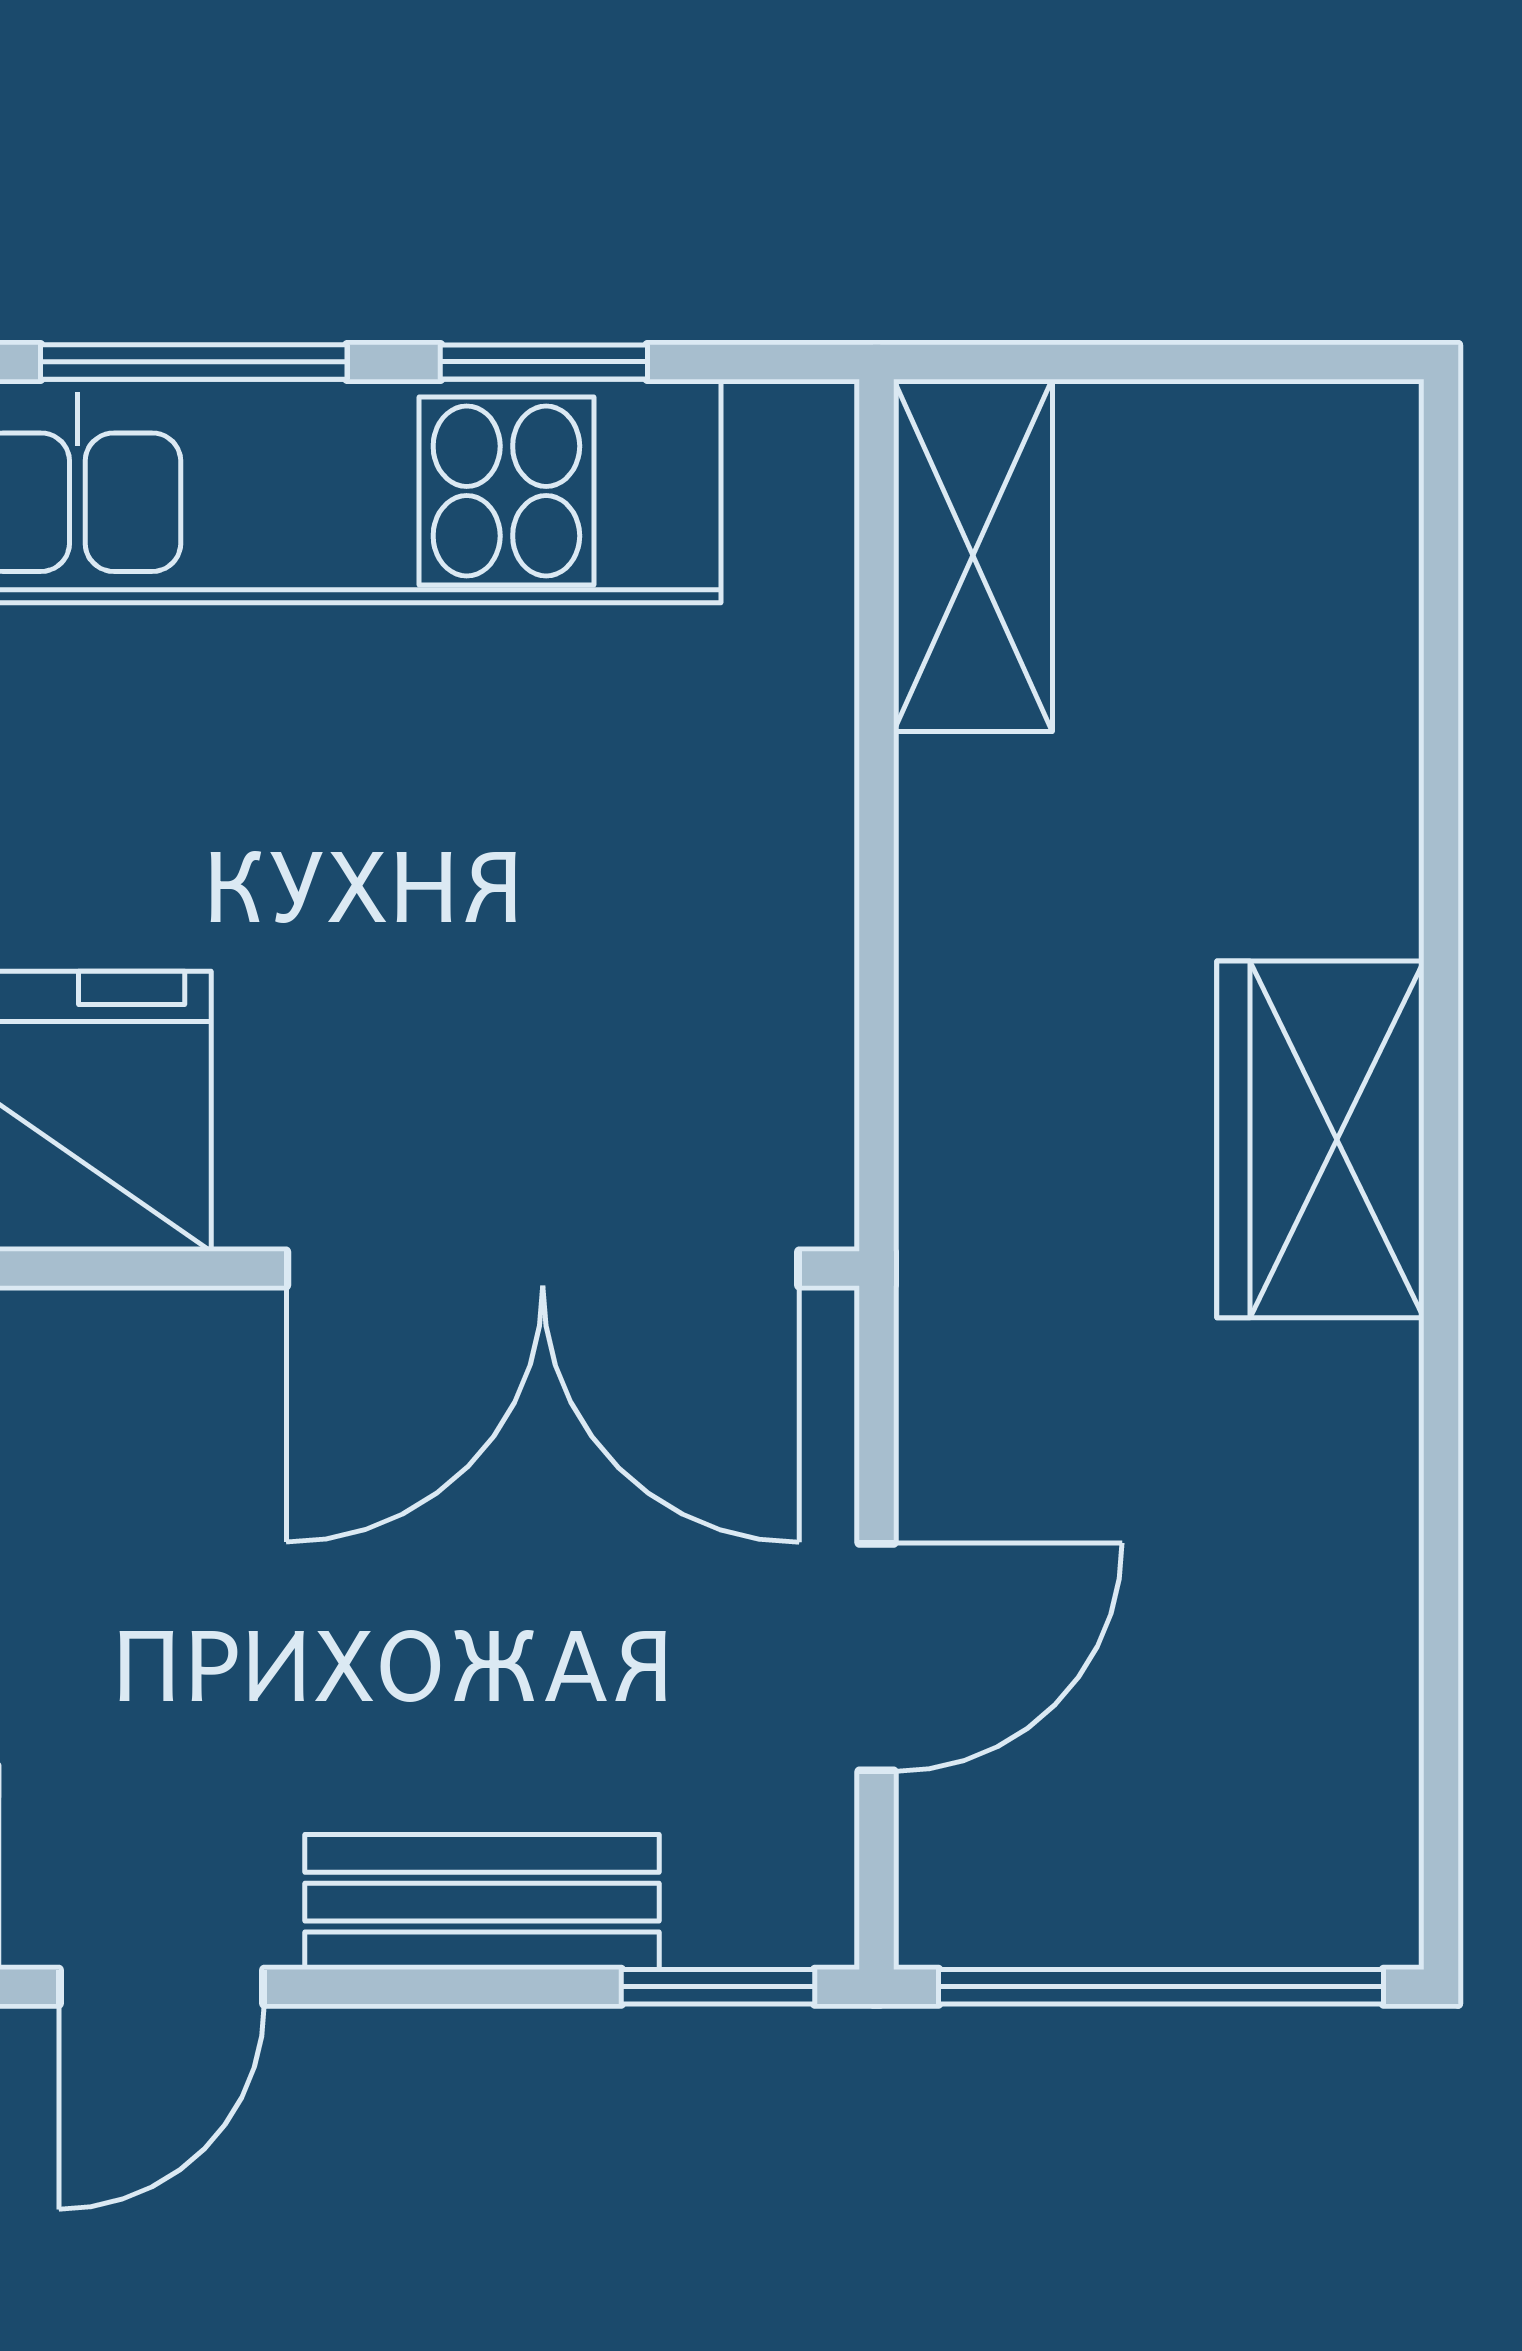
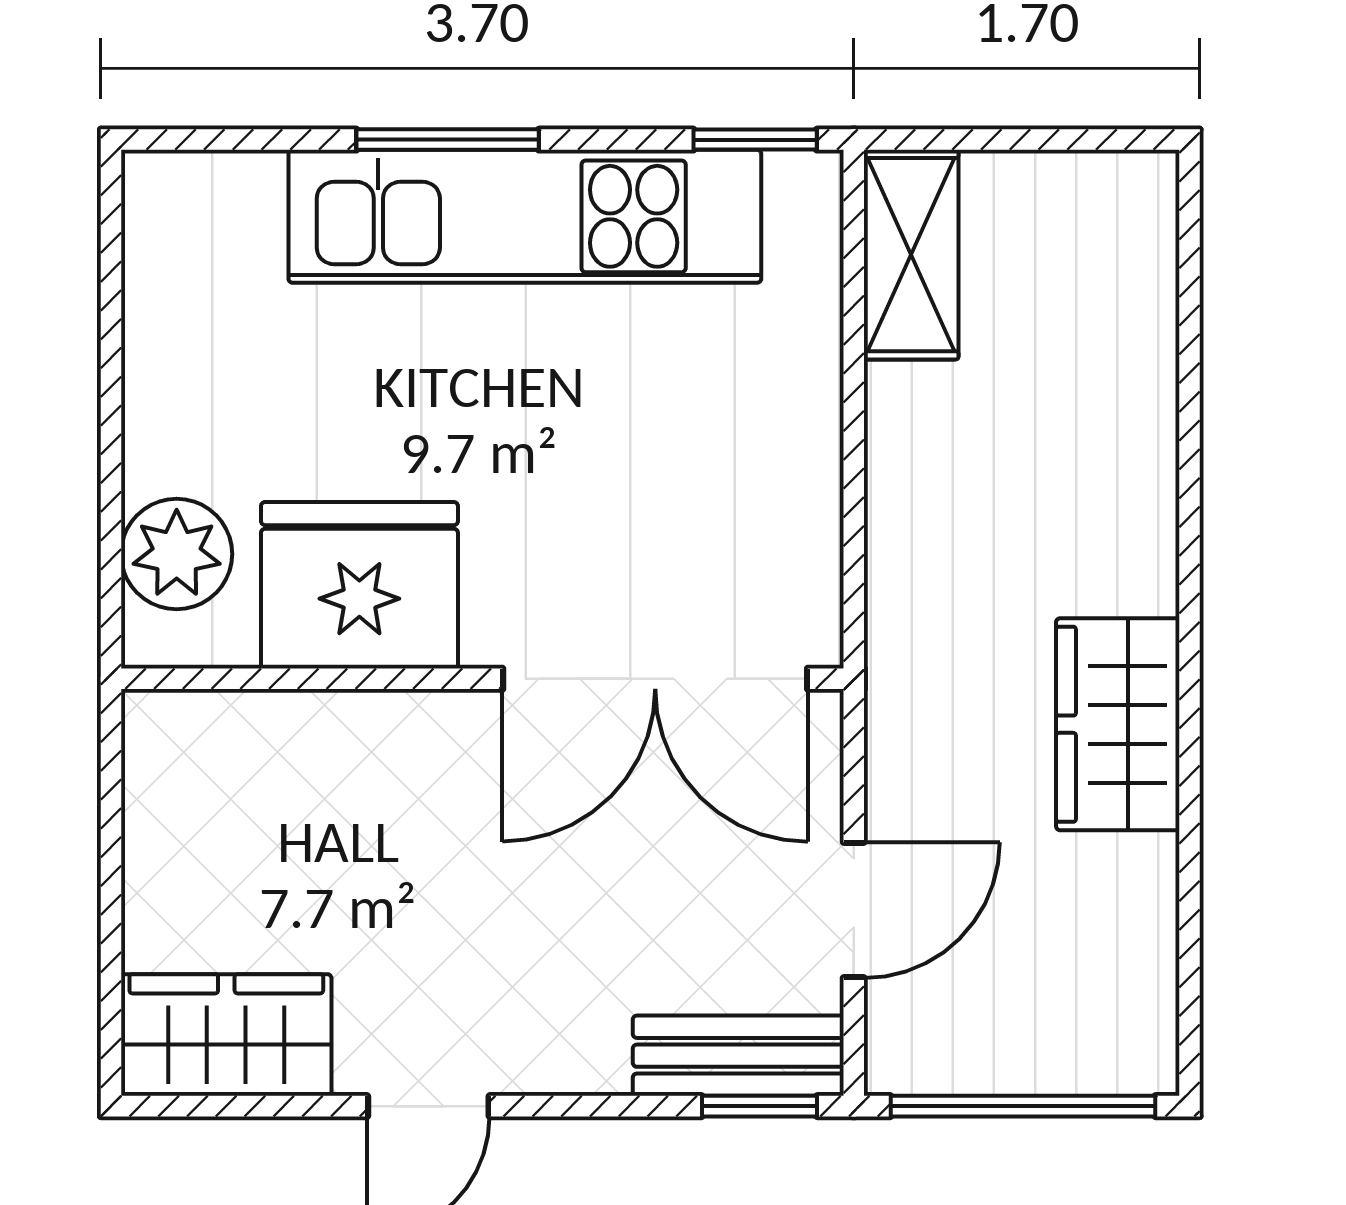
window: (544, 362) -> (755, 140), moved
wardrobe: (1320, 1139) -> (1118, 724), moved
bench: (482, 1902) -> (738, 1056), moved

